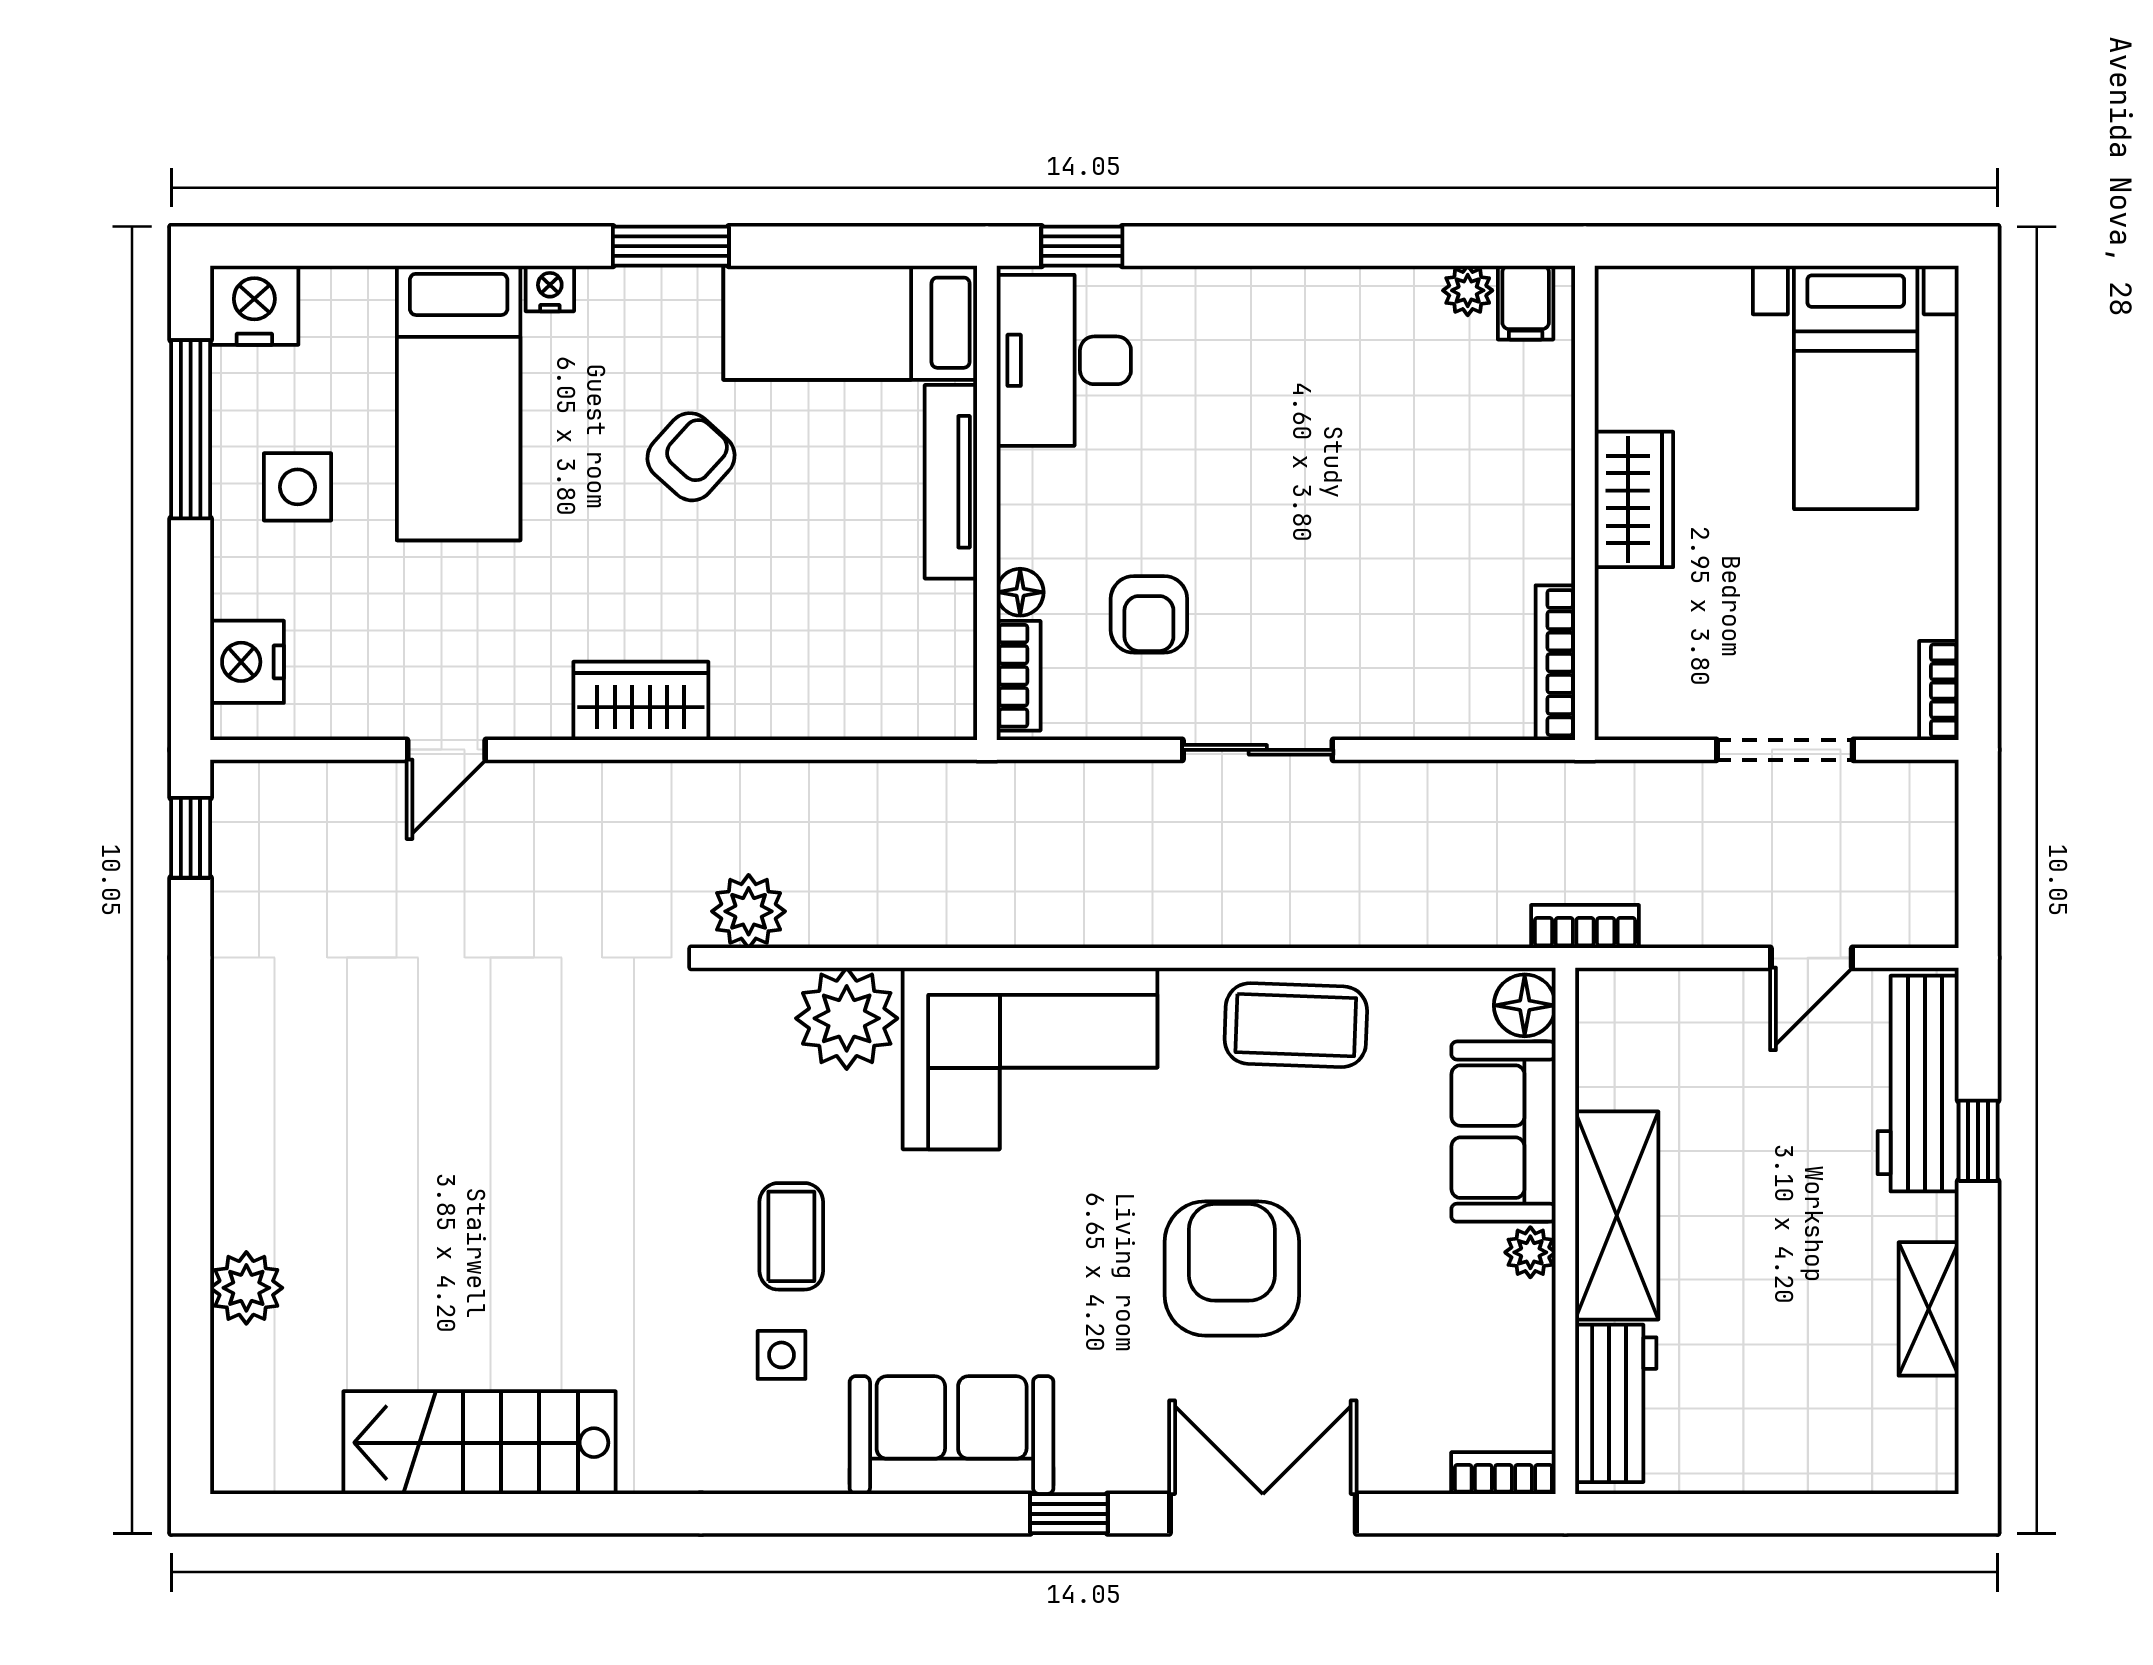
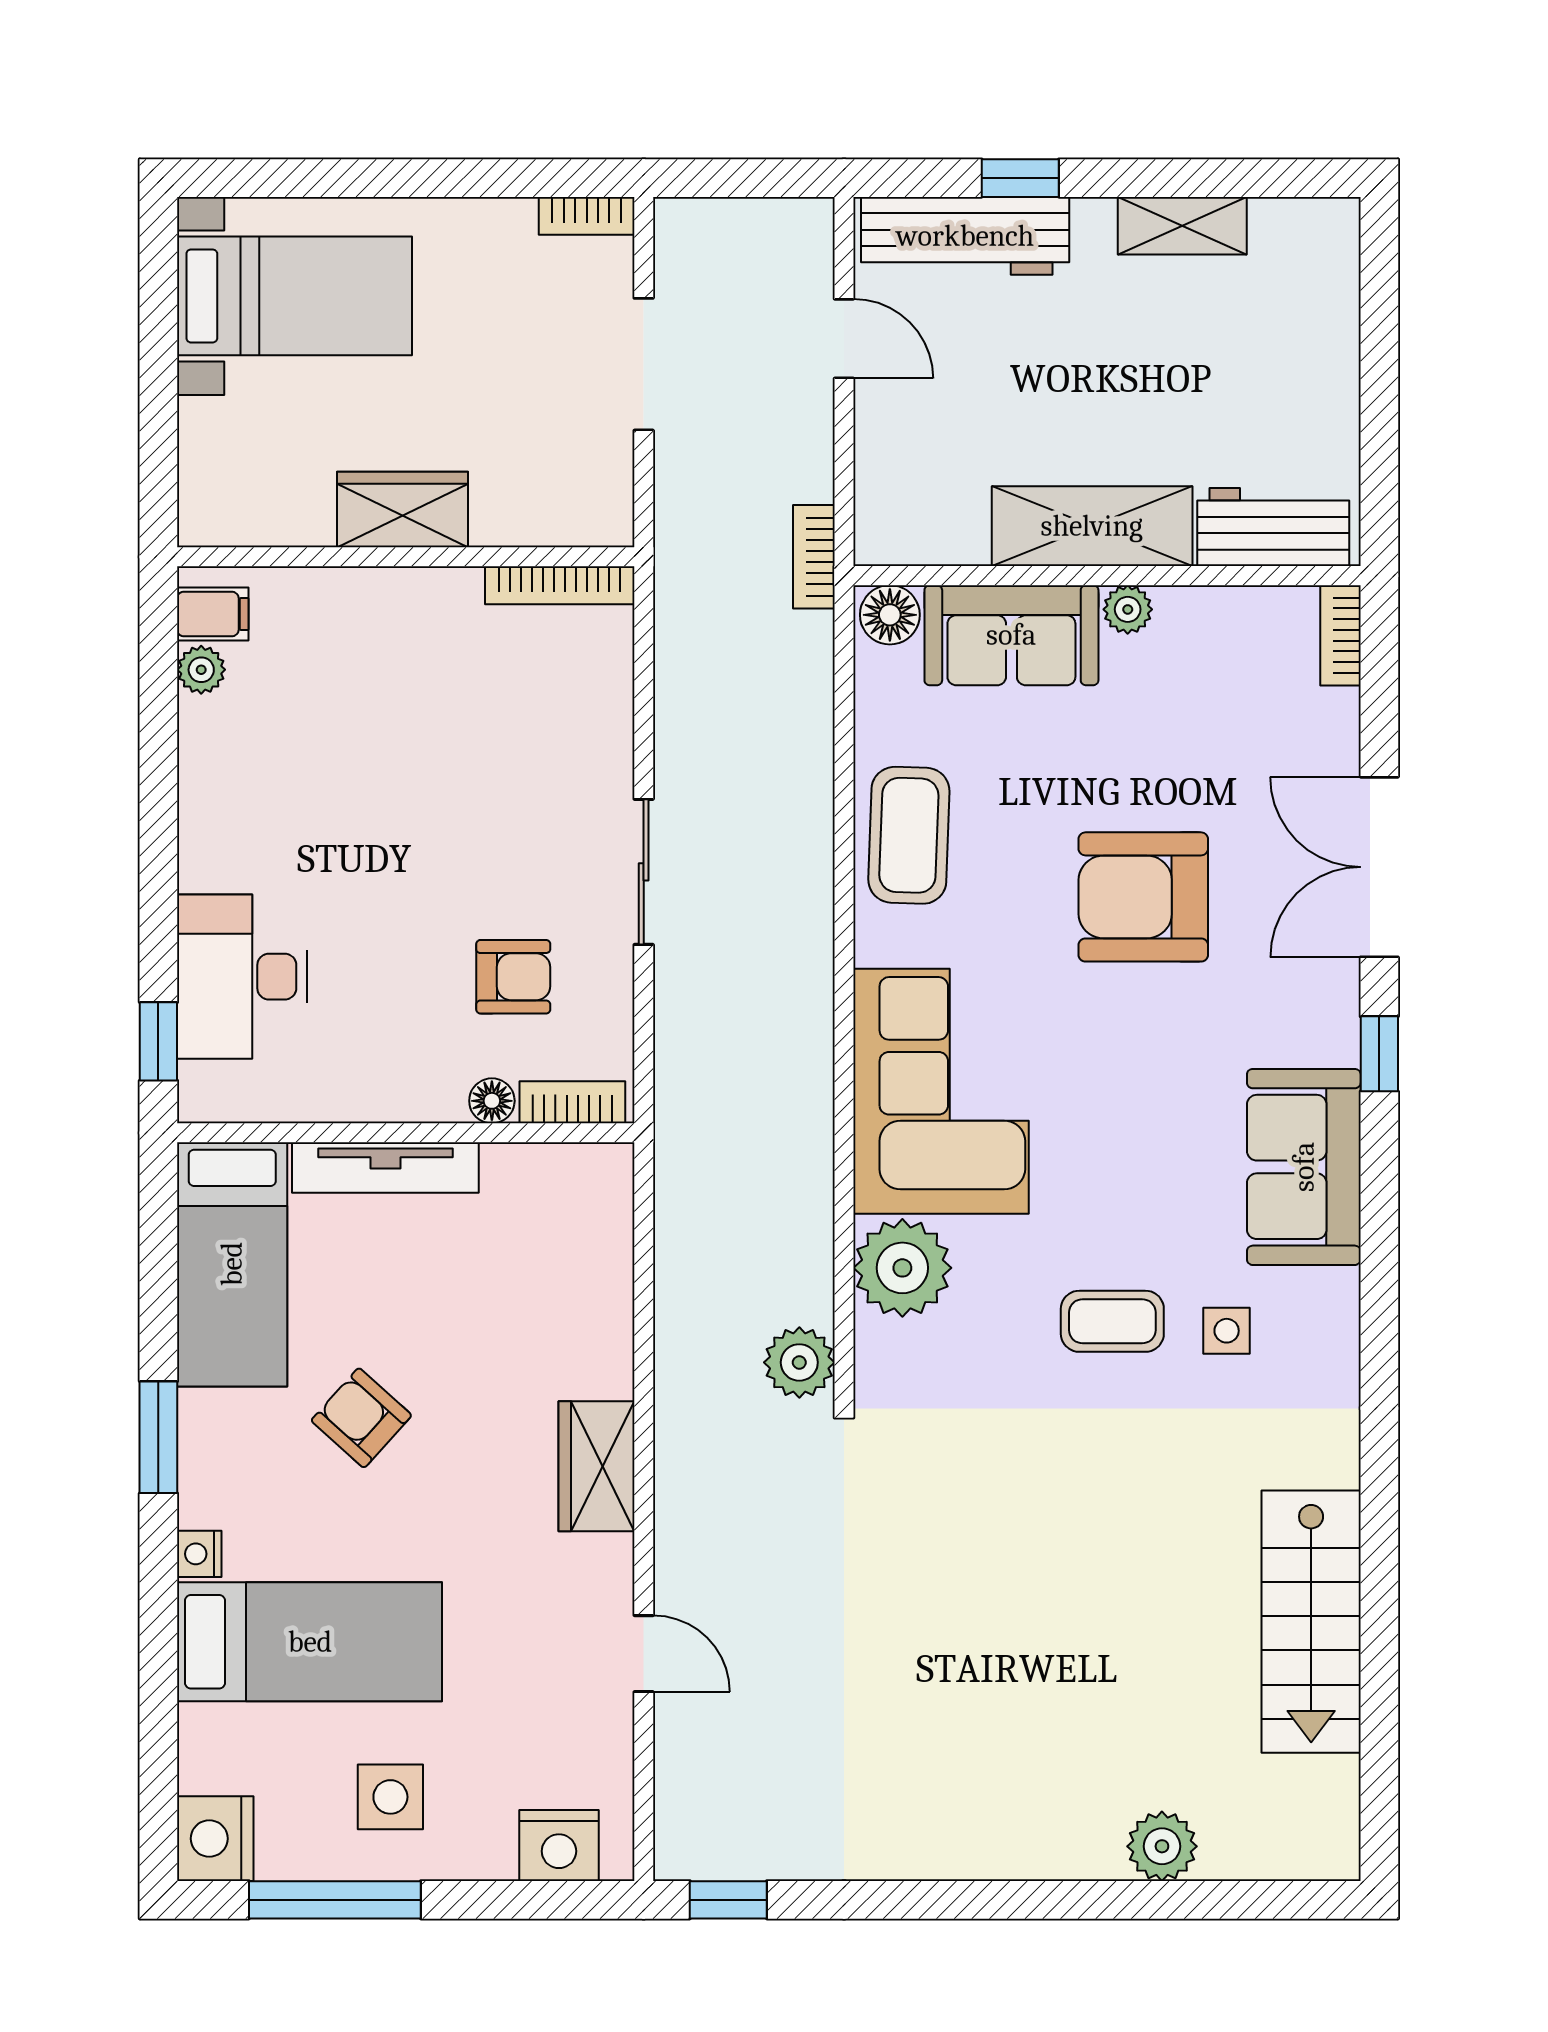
desk: (1064, 360) -> (242, 977), moved, turned 90

